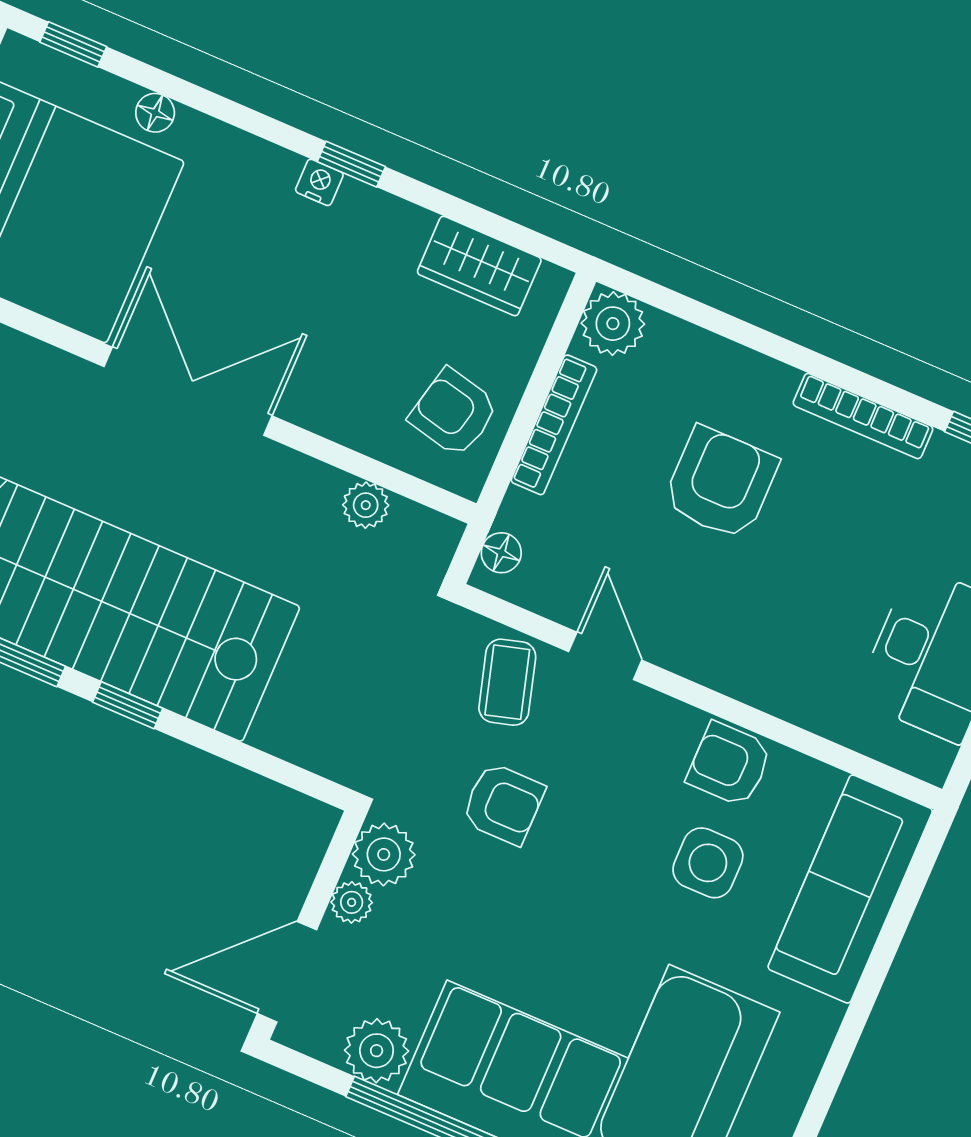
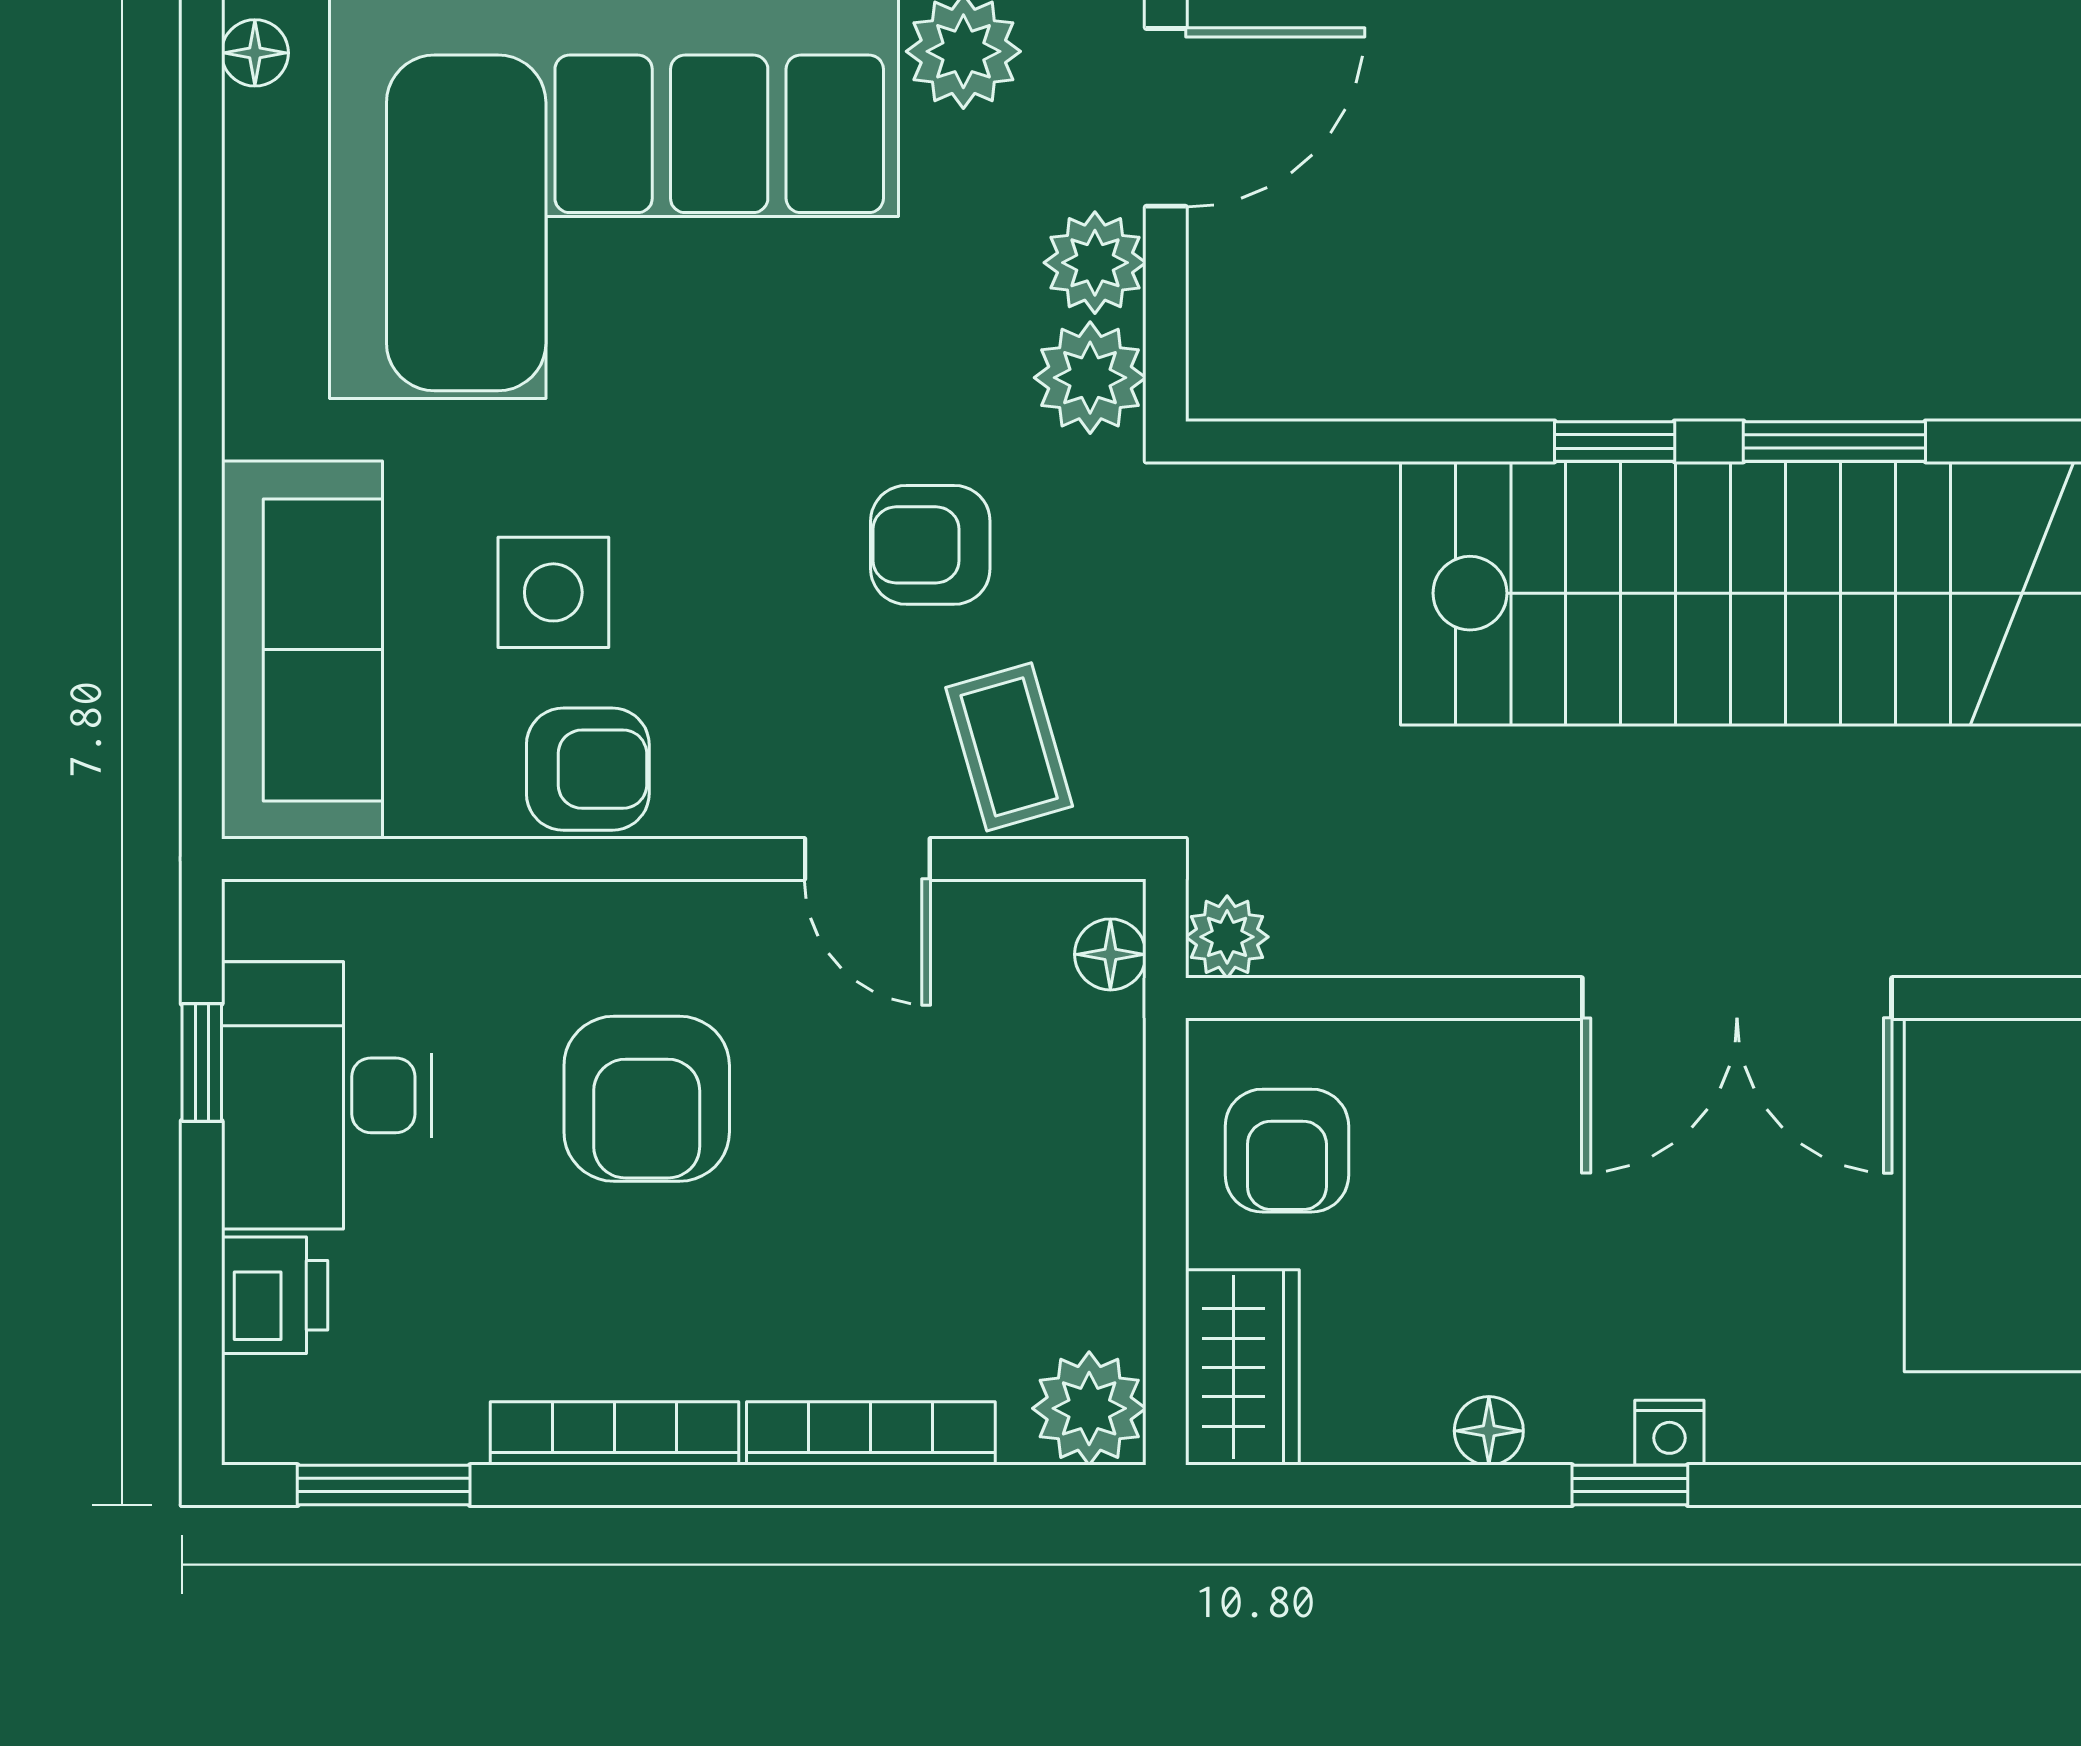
floor lamp: (155, 113) -> (1489, 1431), moved
wardrobe: (479, 266) -> (1242, 1367), moved, turned 90
armchair: (454, 413) -> (1287, 1151), turned 77
bookcase: (554, 425) -> (871, 1433), moved, turned 90
armchair: (721, 483) -> (647, 1099), moved
plant: (366, 505) -> (1227, 937), moved
plant: (352, 902) -> (1095, 263), width x1.38, depth x1.38

